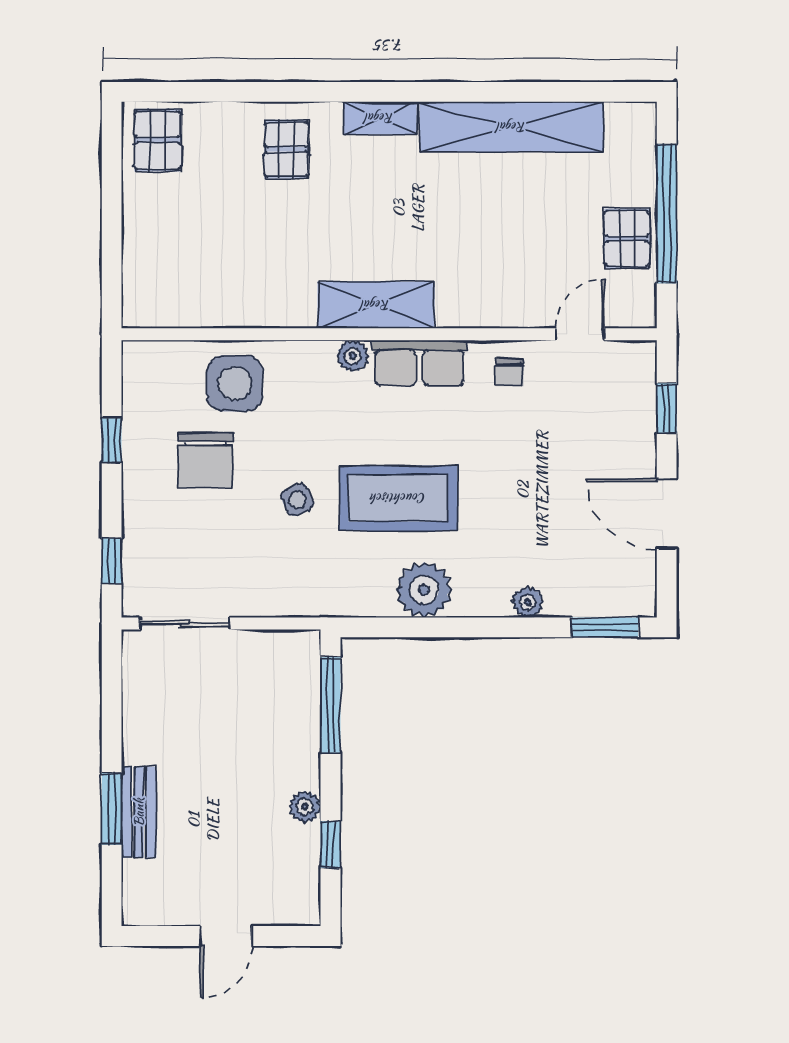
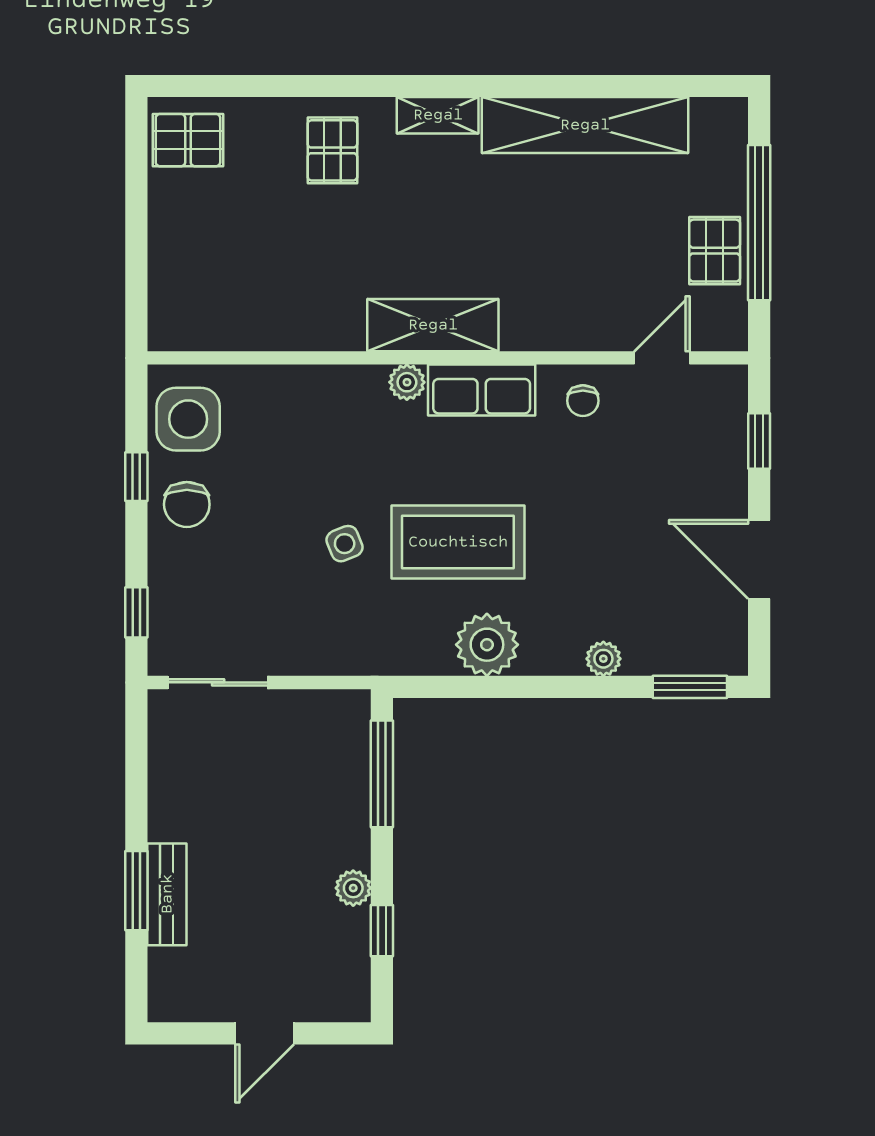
pallet: (158, 140) -> (188, 140), turned 90
side table: (235, 383) -> (188, 419), moved
chair: (205, 460) -> (187, 504), moved, width x0.73, depth x0.73

